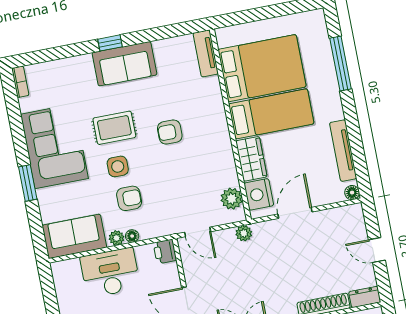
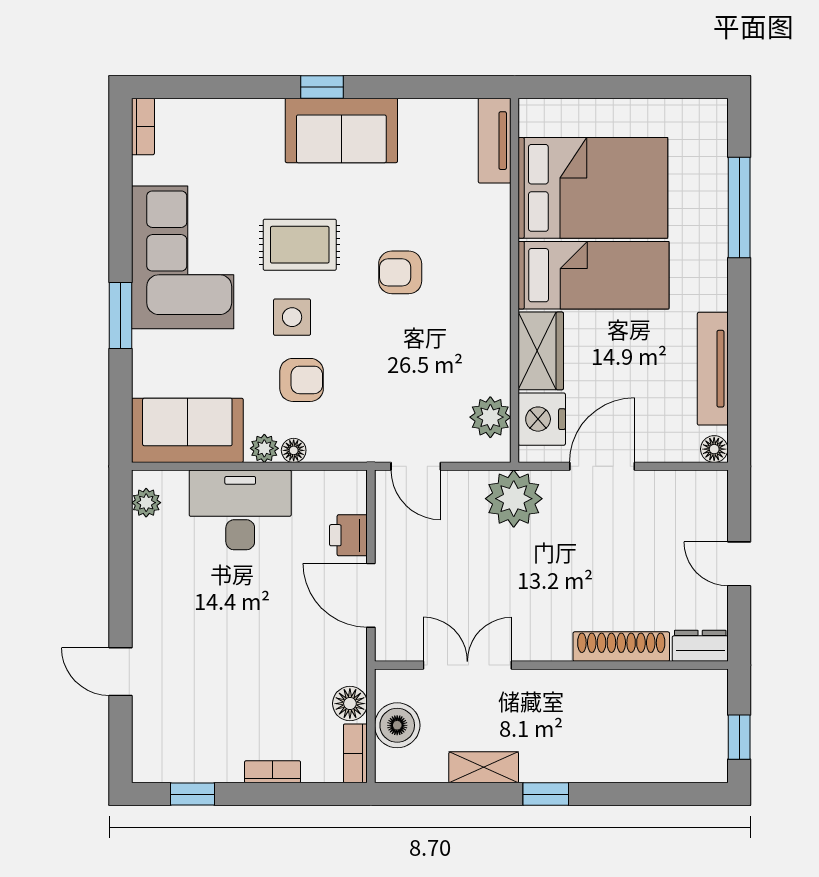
plant: (244, 233) -> (514, 499), width x1.87, depth x1.87
printer: (165, 251) -> (348, 535), moved
plant: (60, 278) -> (146, 503), added

